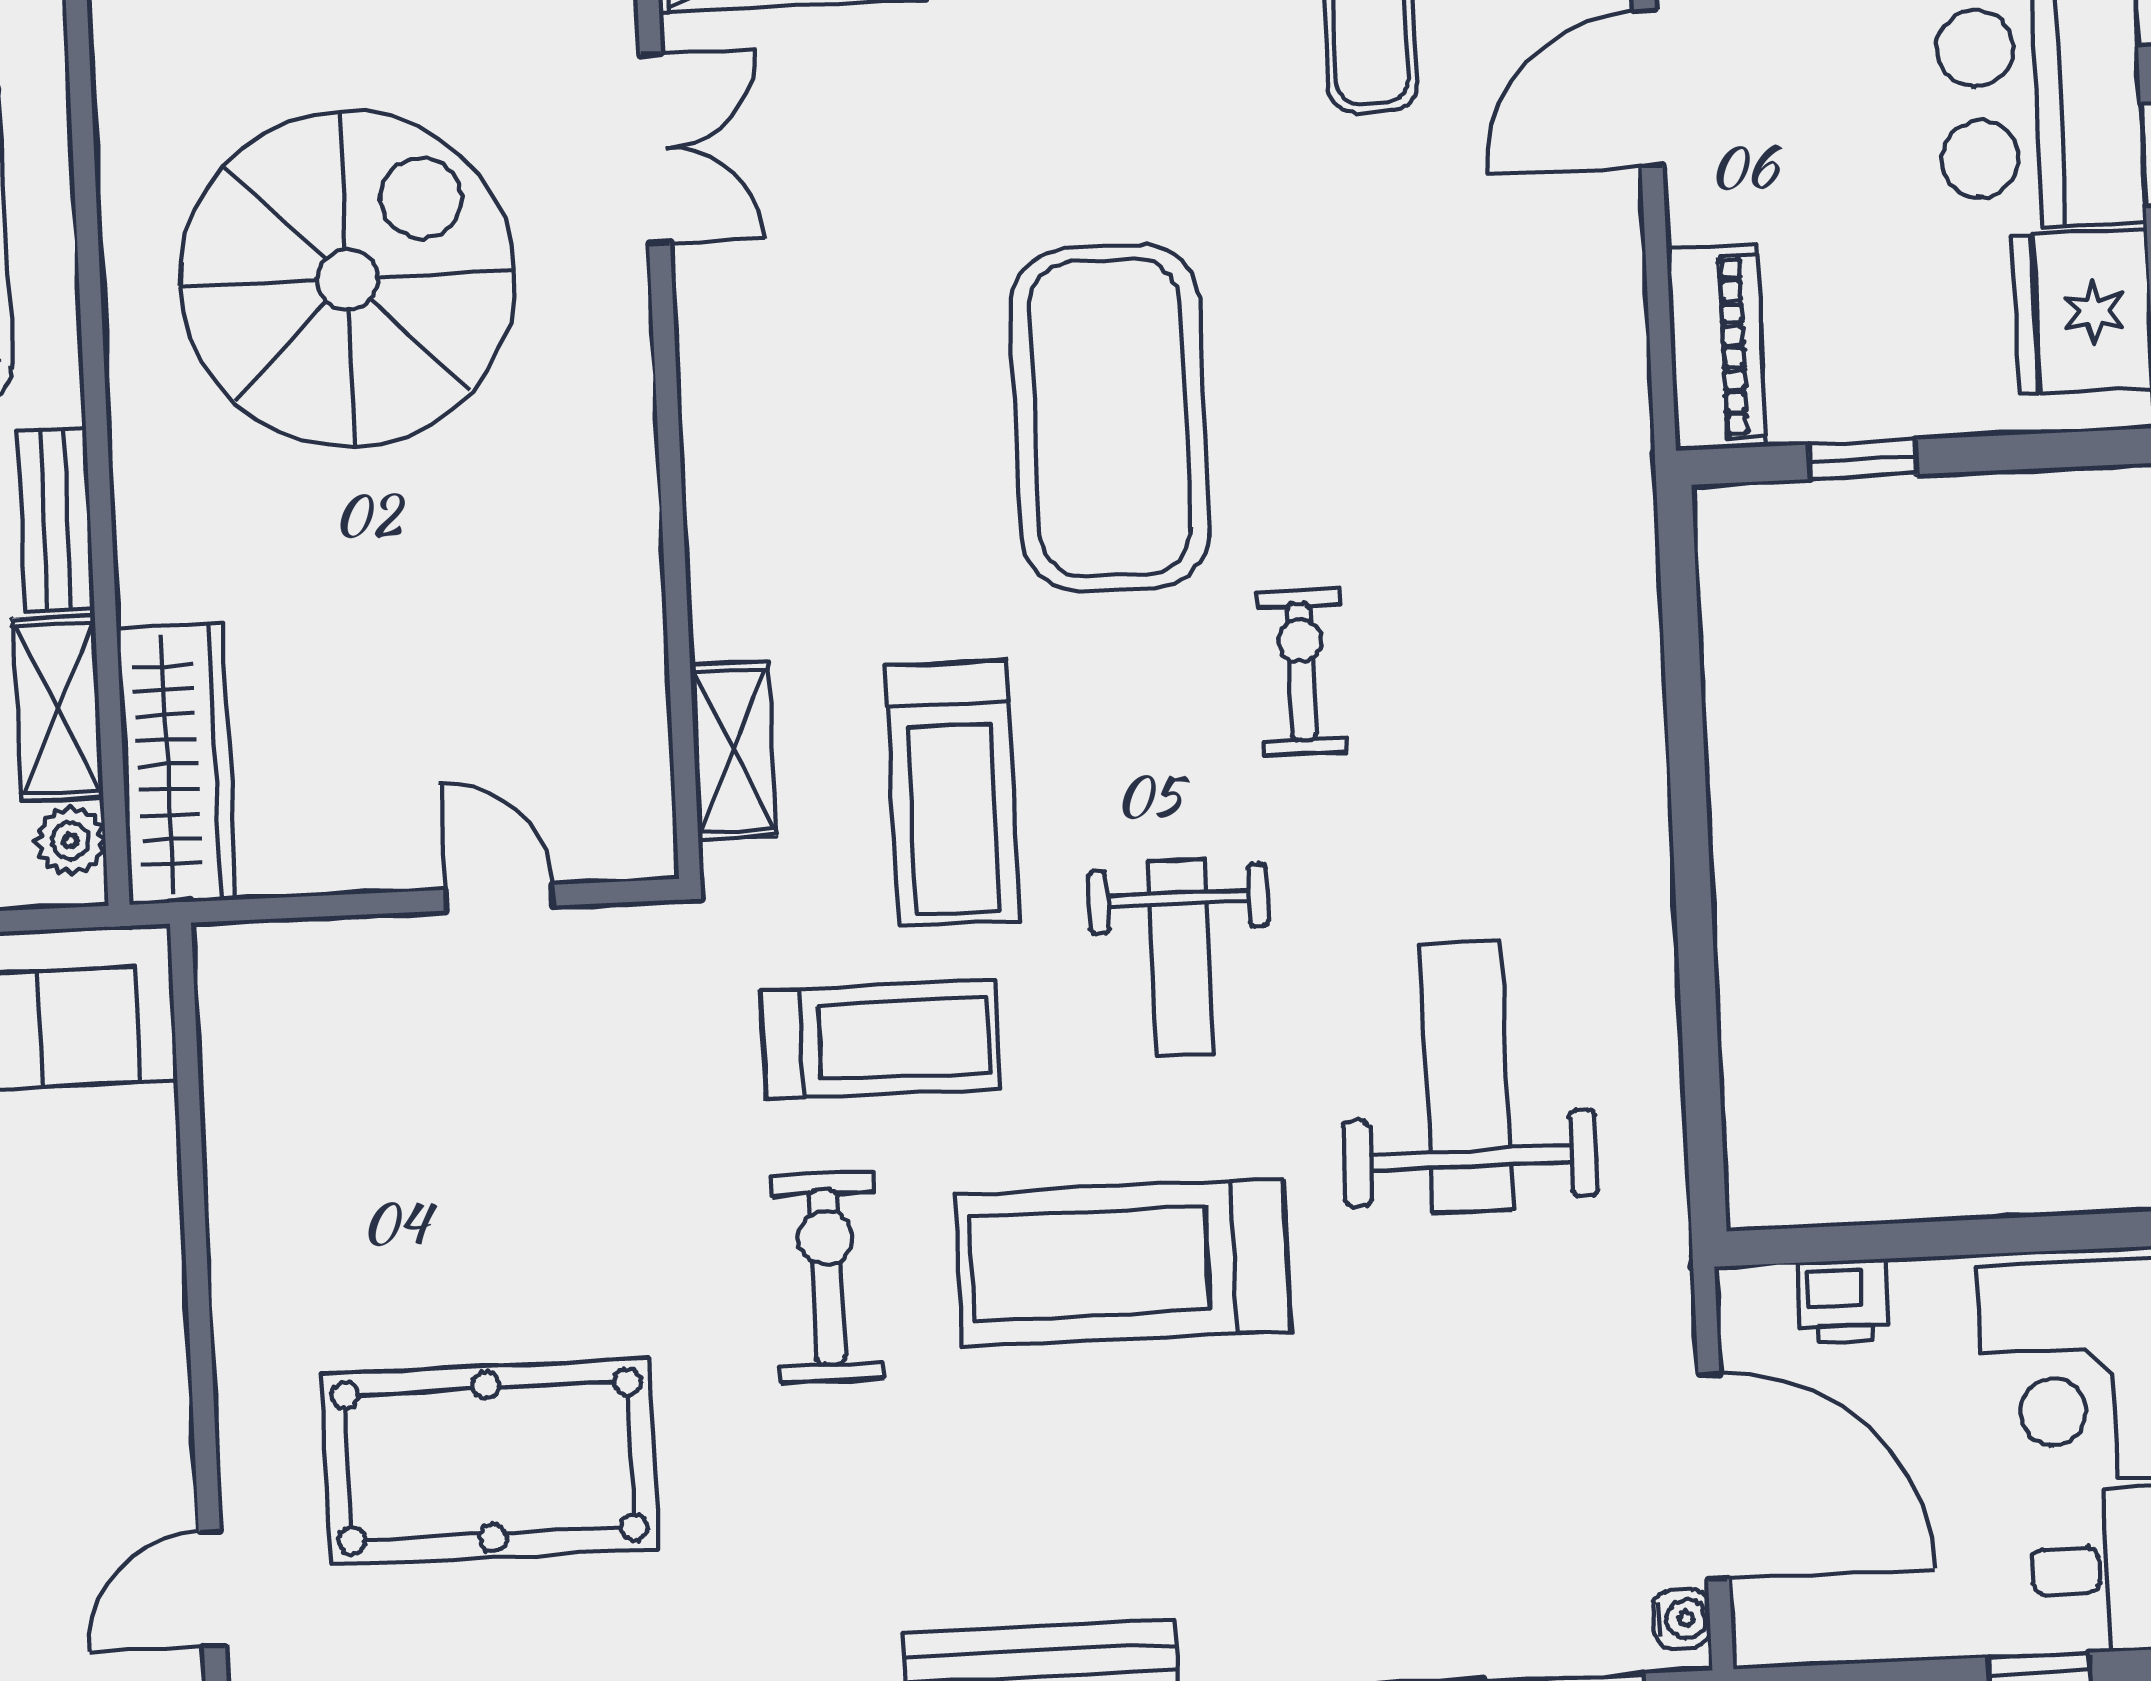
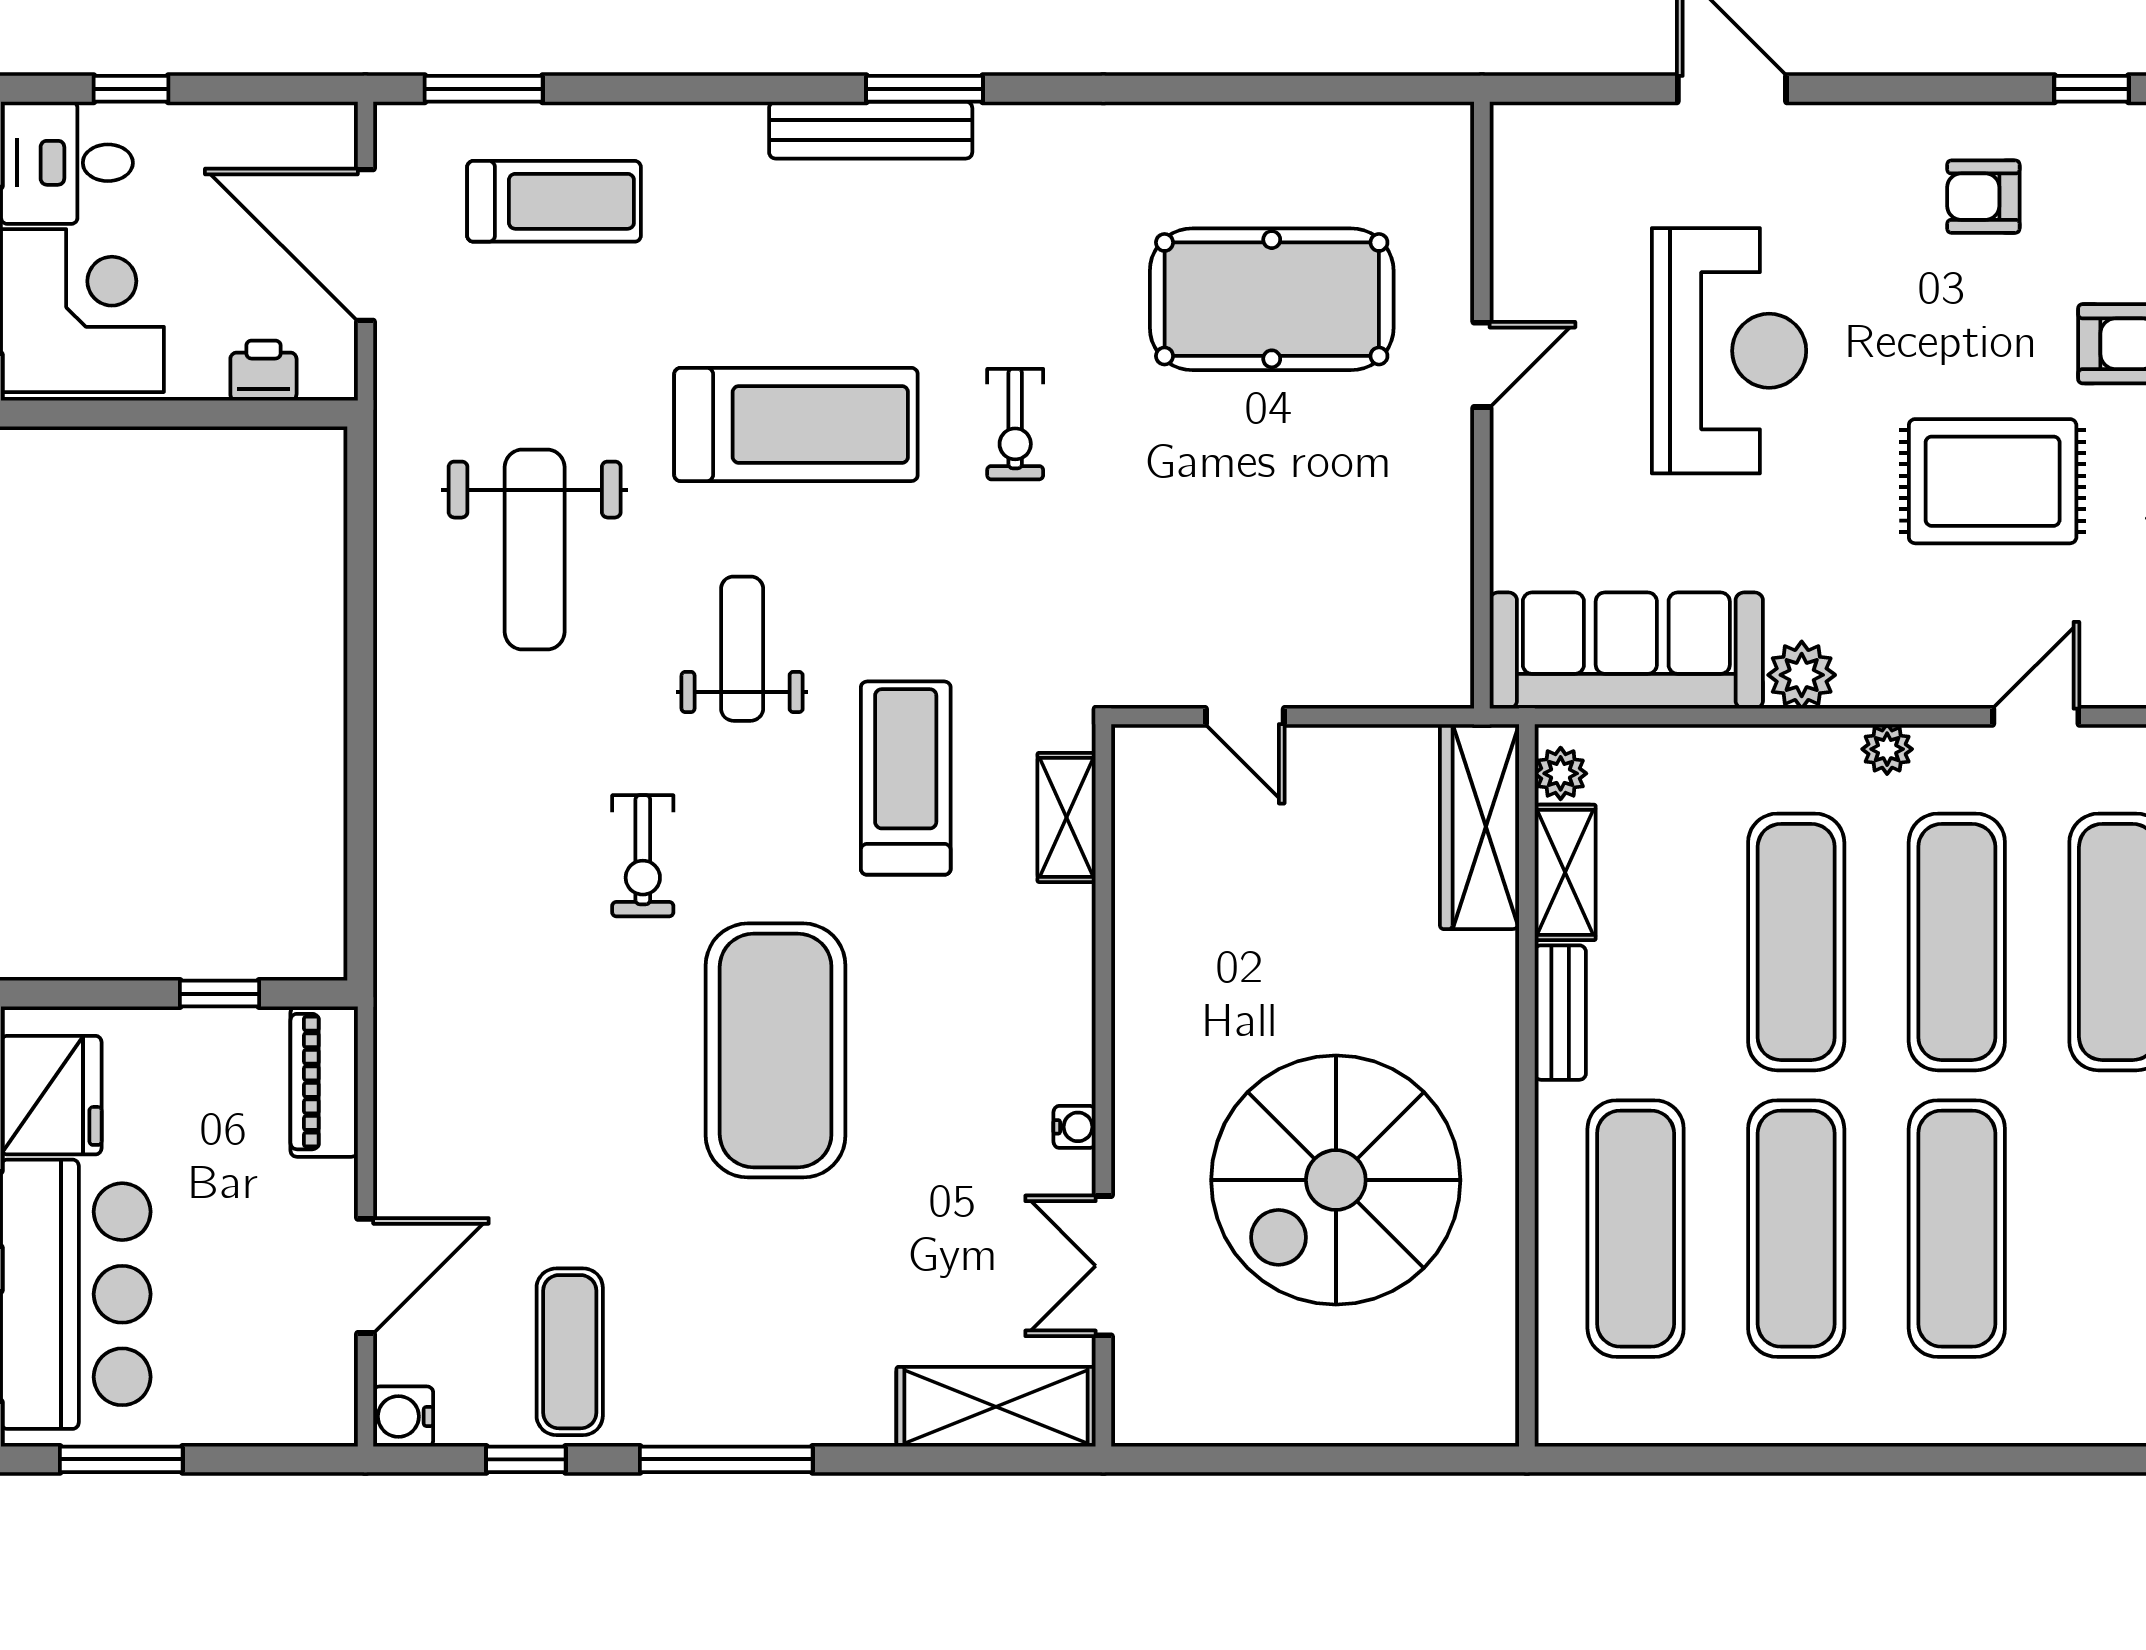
treadmill: (881, 1039) -> (554, 201), moved, turned 180
exercise bike: (827, 1277) -> (1015, 424), width x0.73, depth x0.72
door: (212, 1589) -> (1482, 365), moved
water cooler: (1682, 1619) -> (1075, 1127), moved, turned 180

